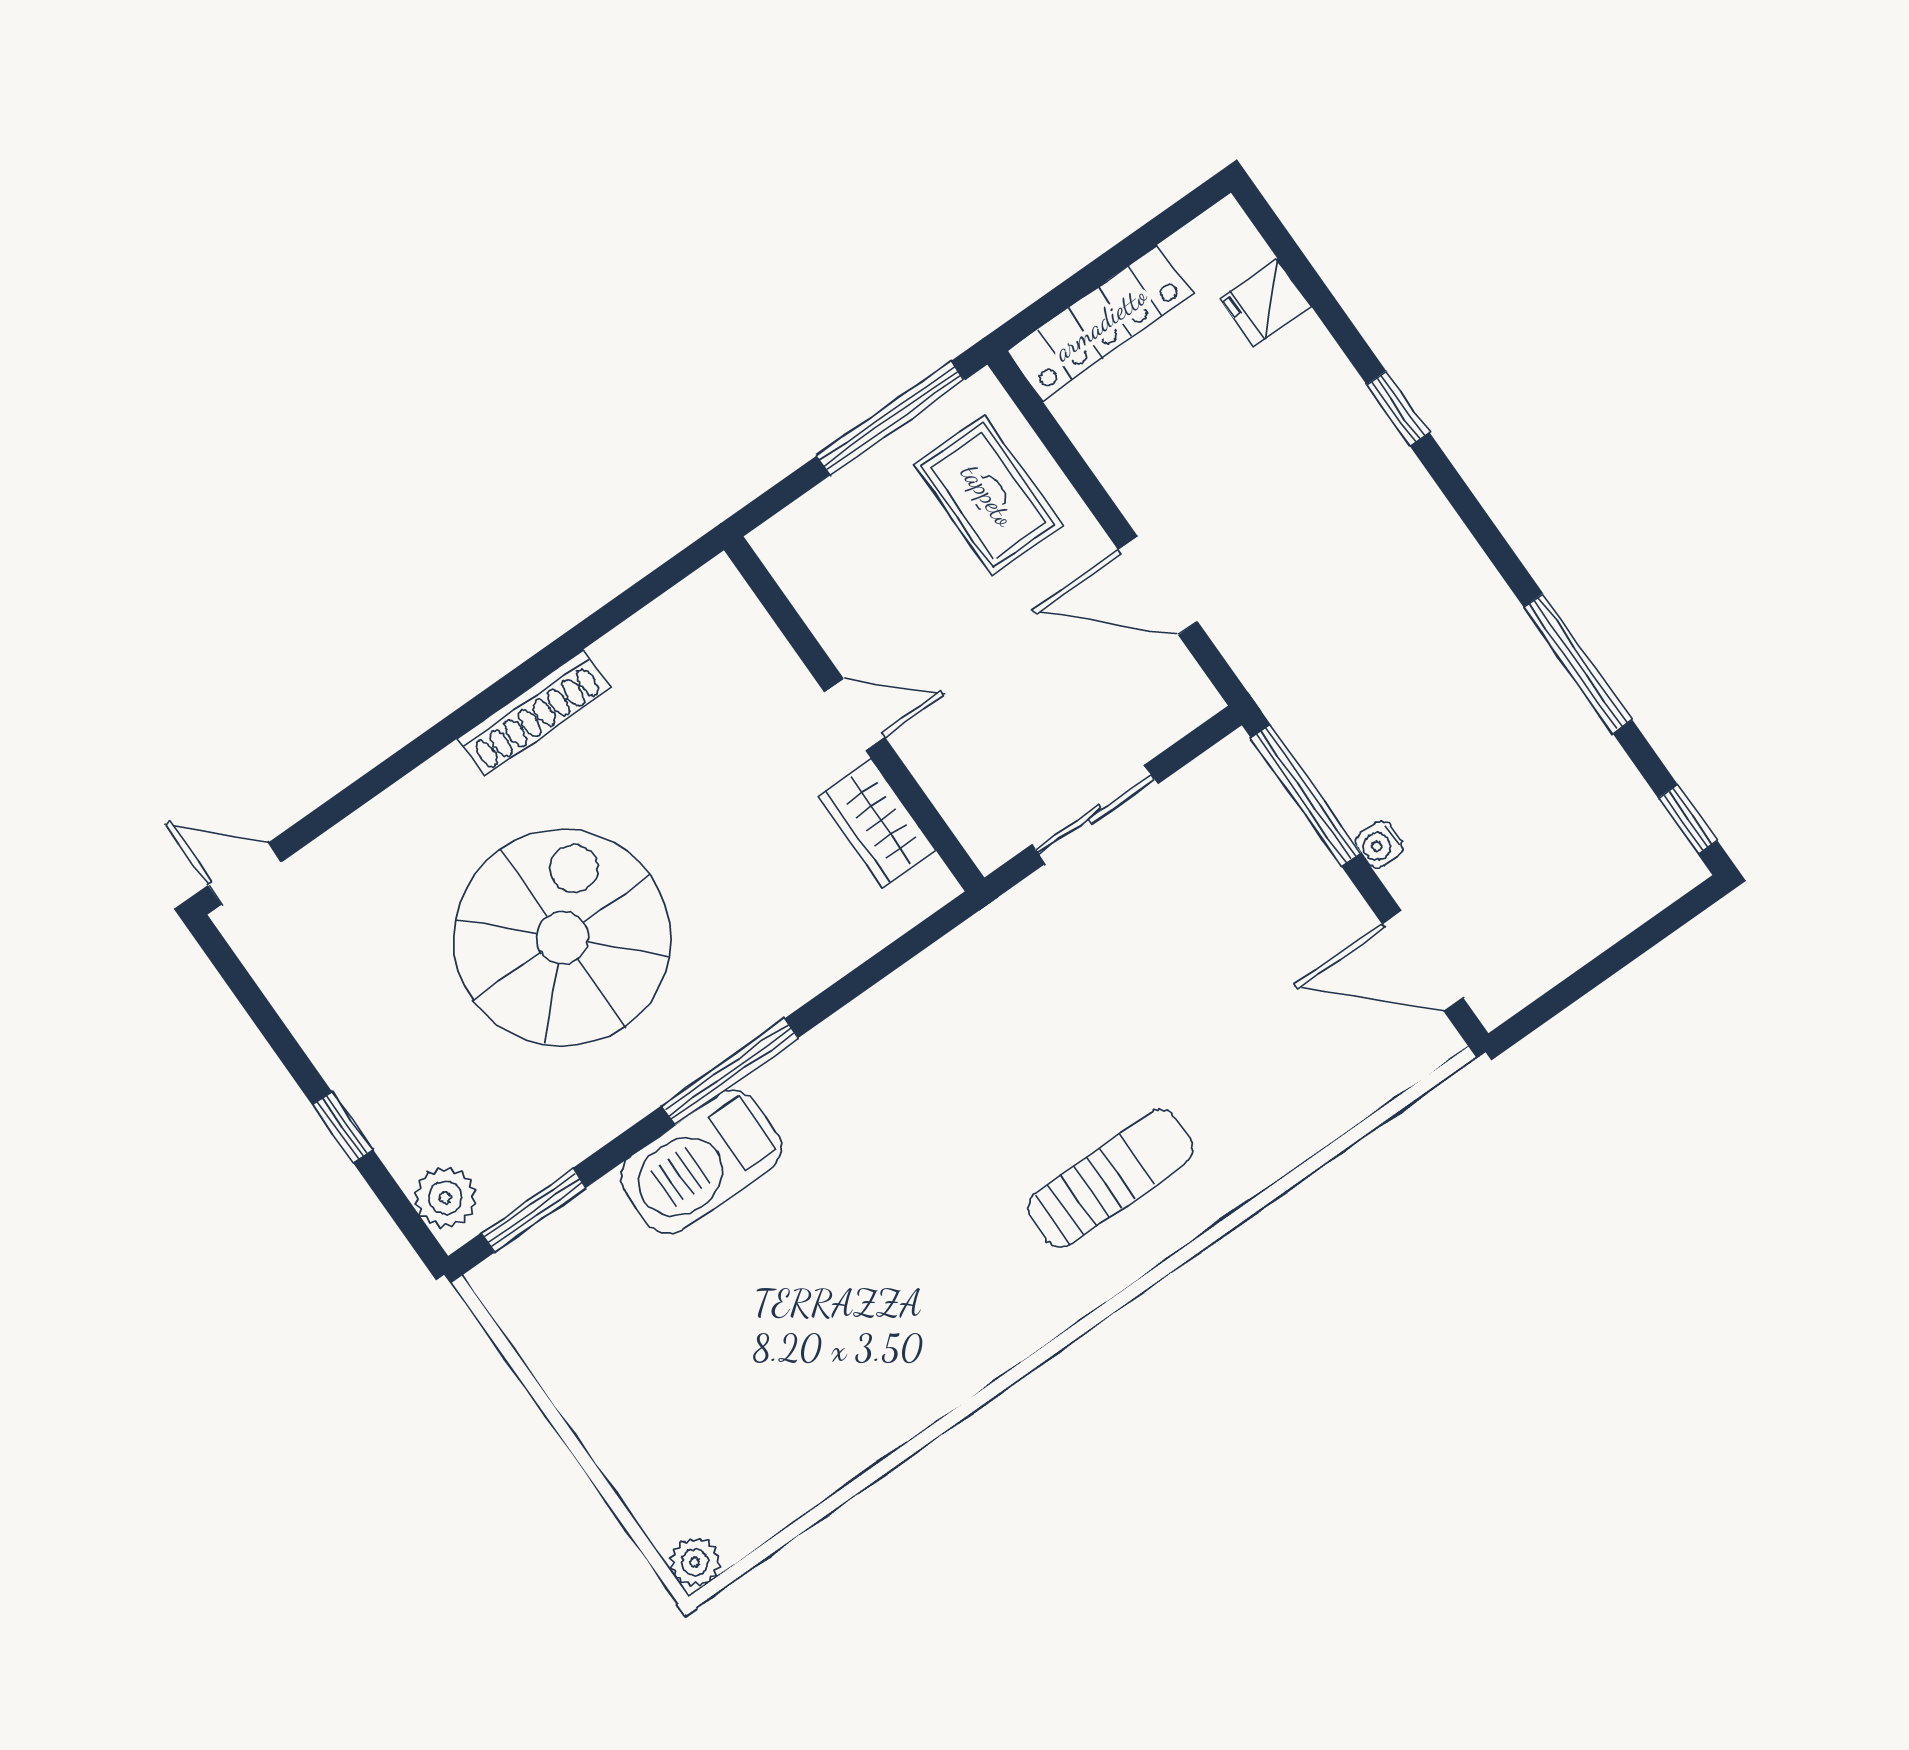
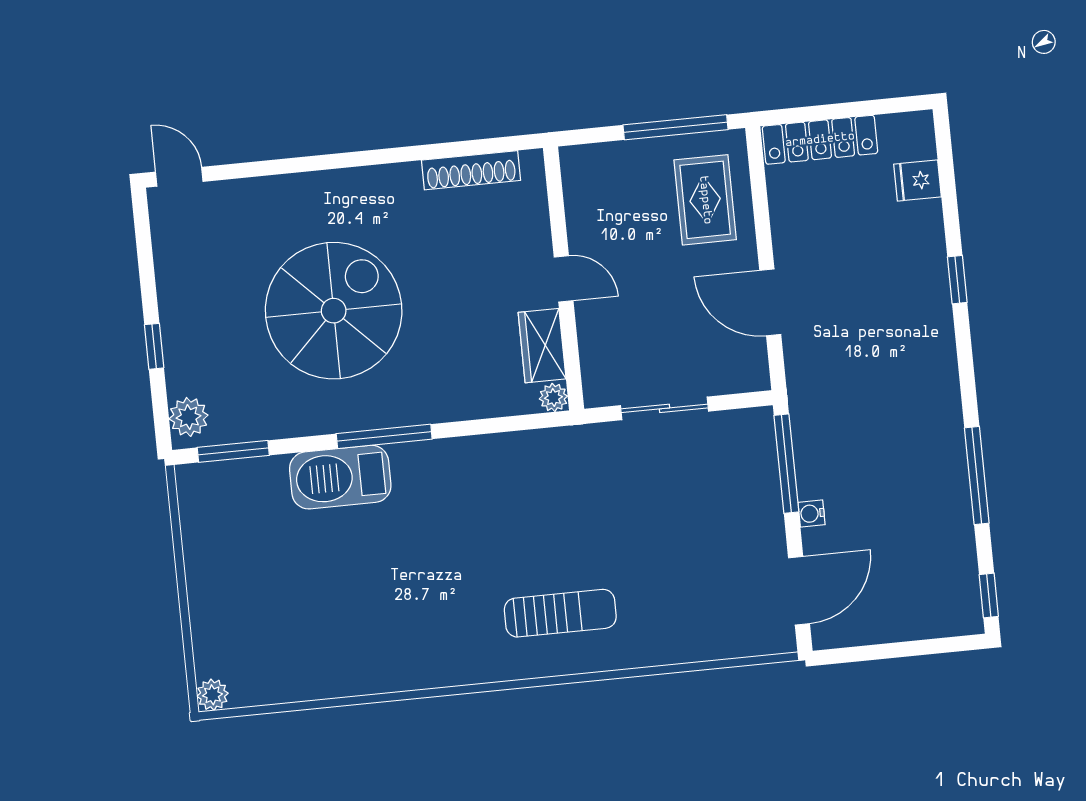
shoe rack: (534, 713) -> (471, 170), moved
plant: (933, 886) -> (553, 397), added
door: (1423, 961) -> (799, 591), swing flipped

